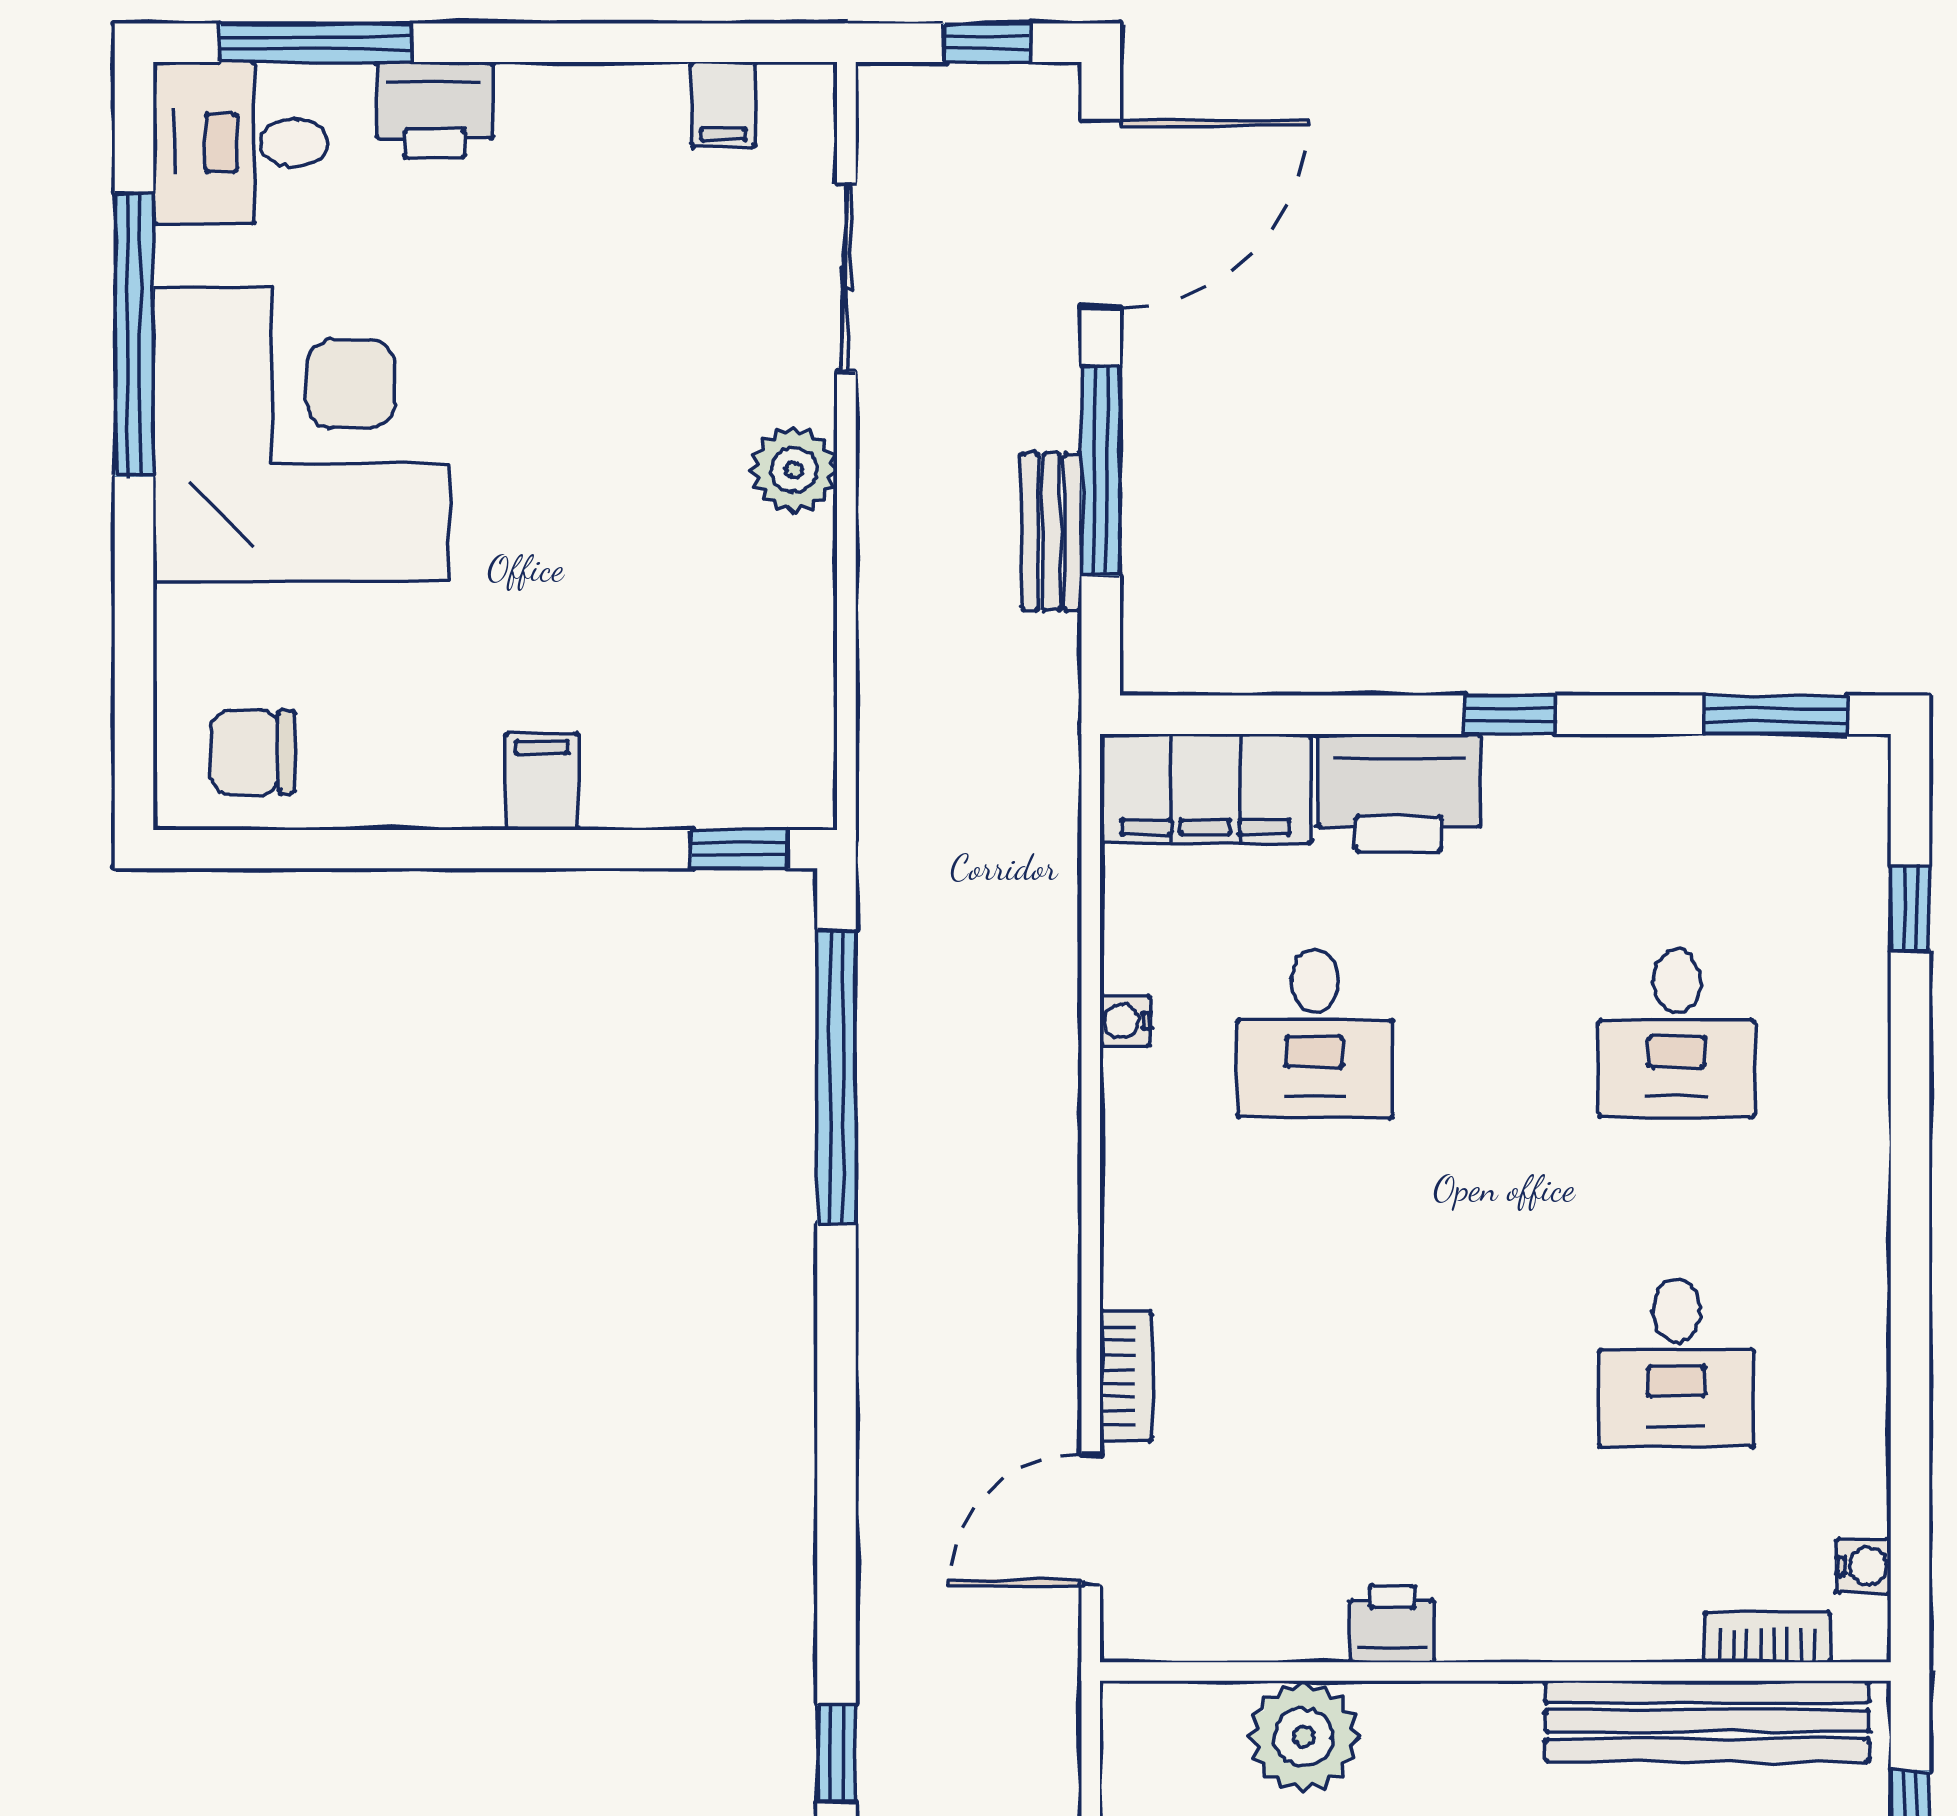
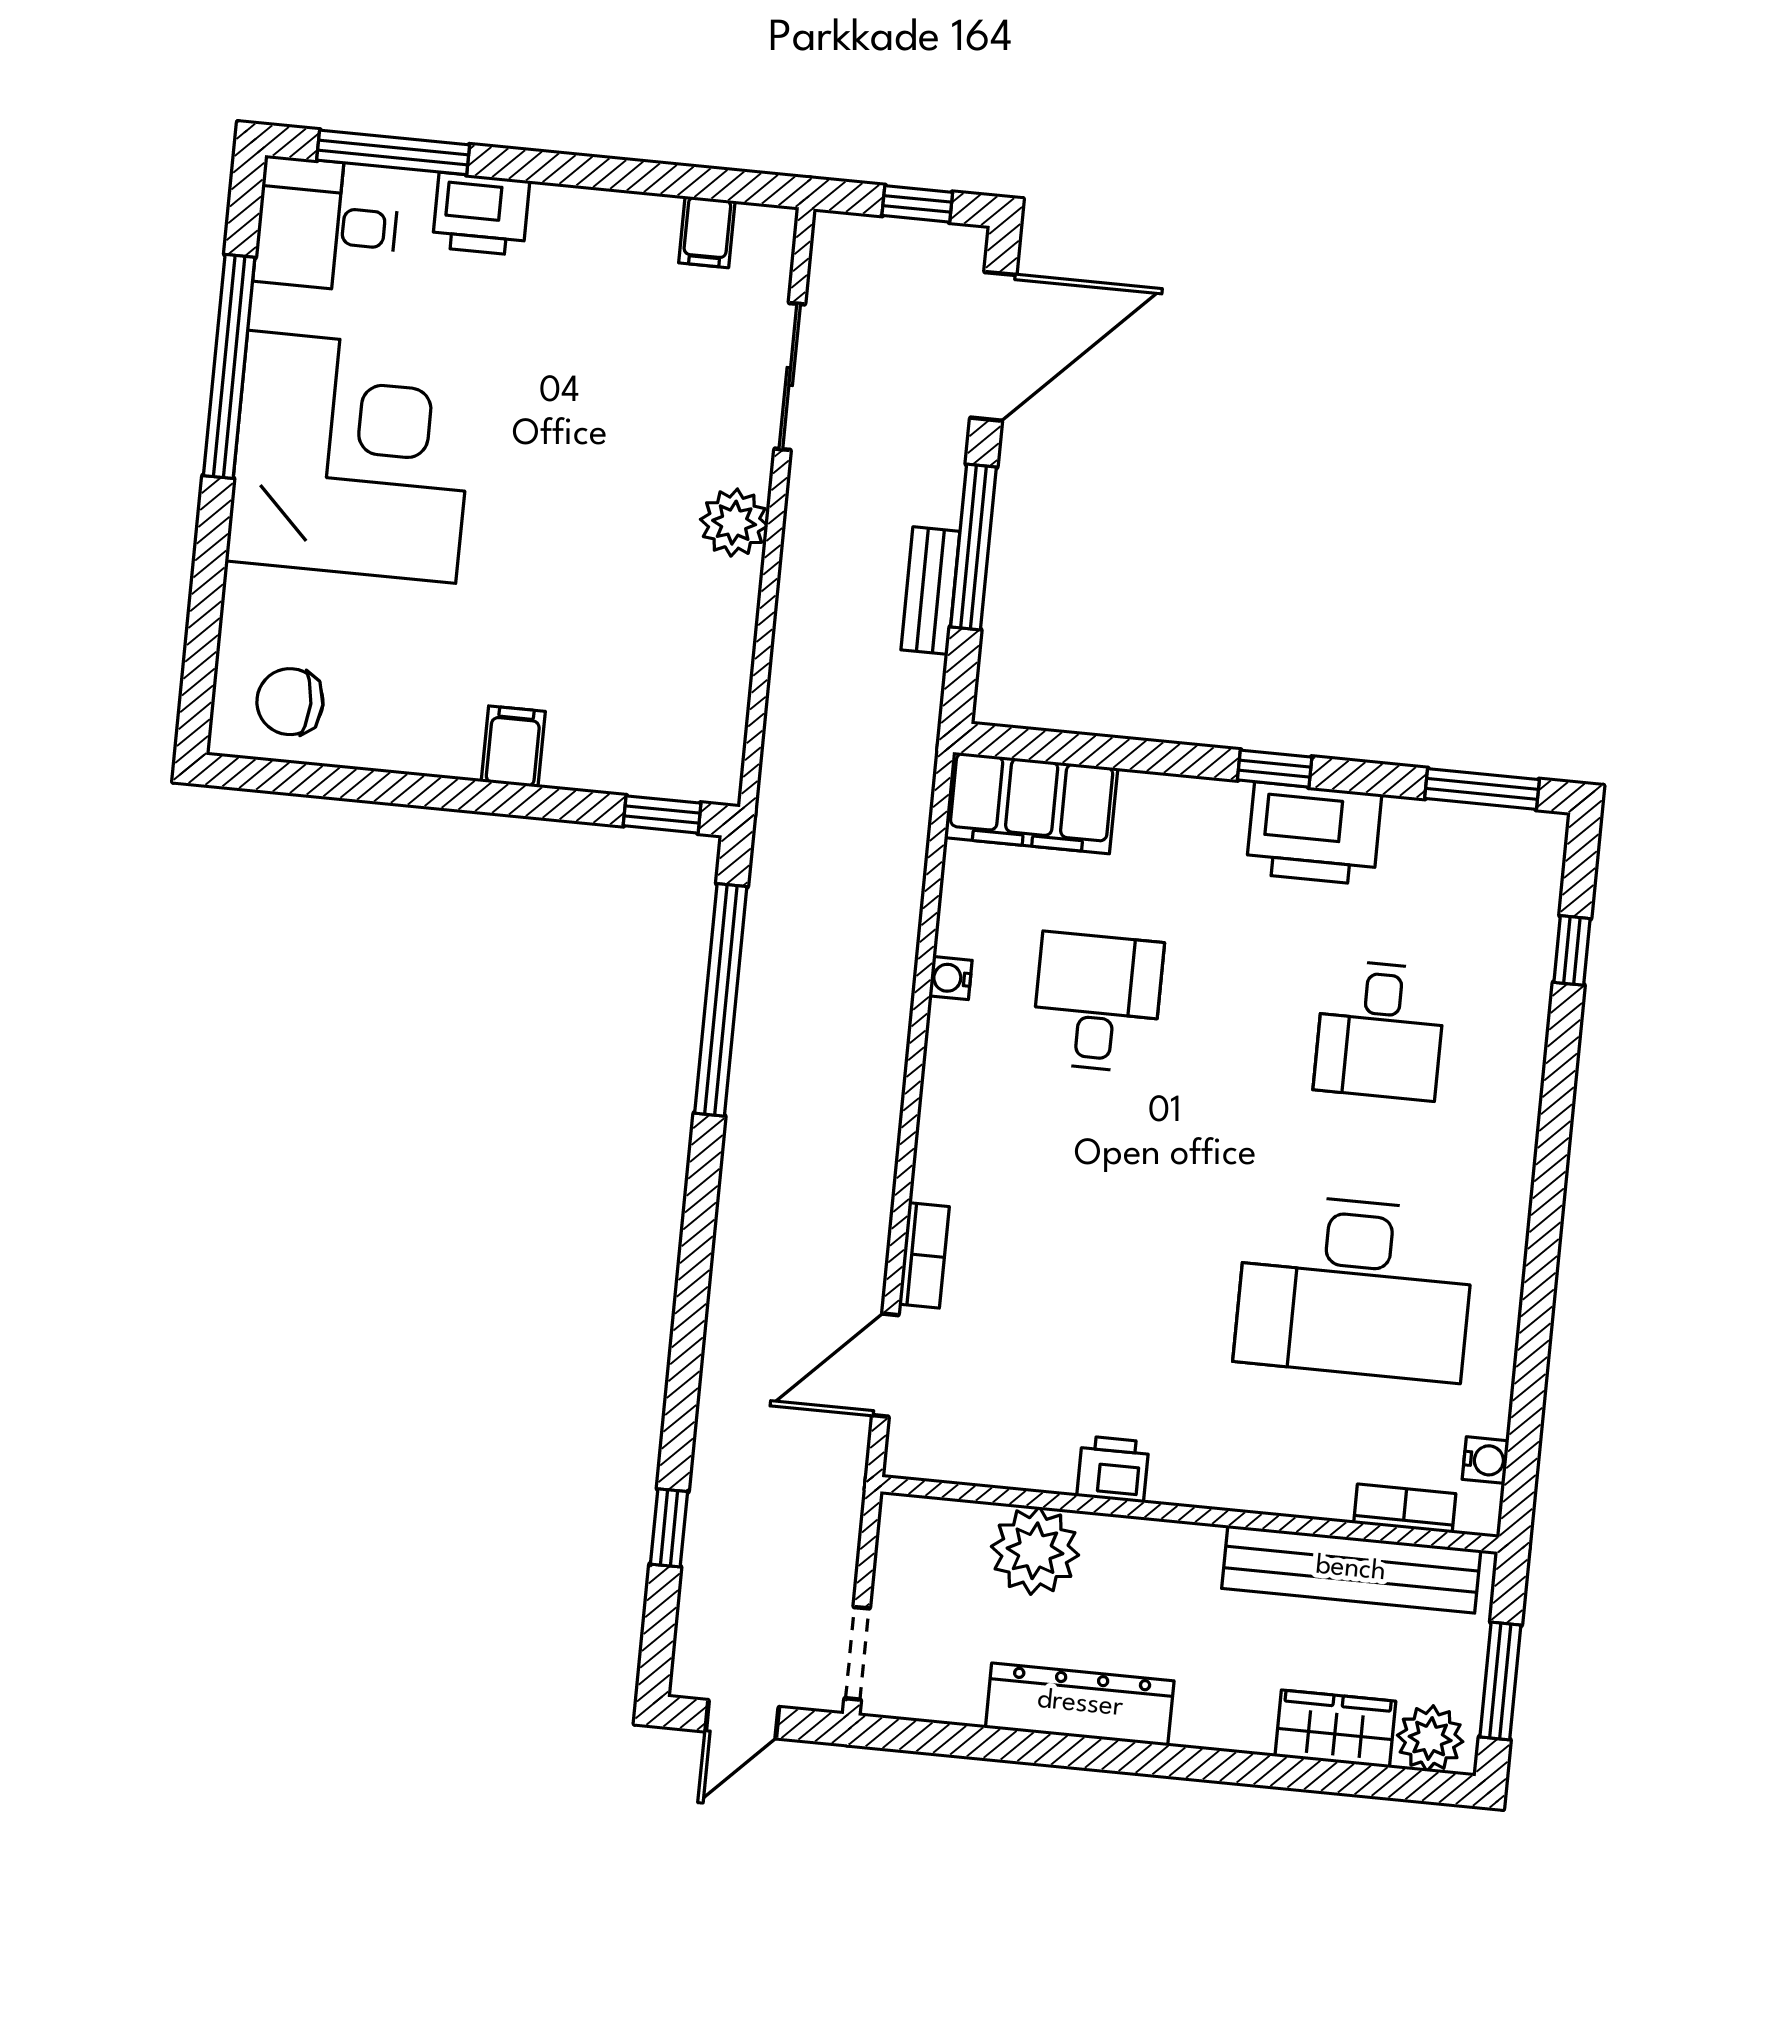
printer: (1399, 792) -> (1314, 834), moved
desk: (1314, 1033) -> (1097, 1002), turned 180
desk: (1677, 1363) -> (1355, 1287), width x1.87, depth x1.30

